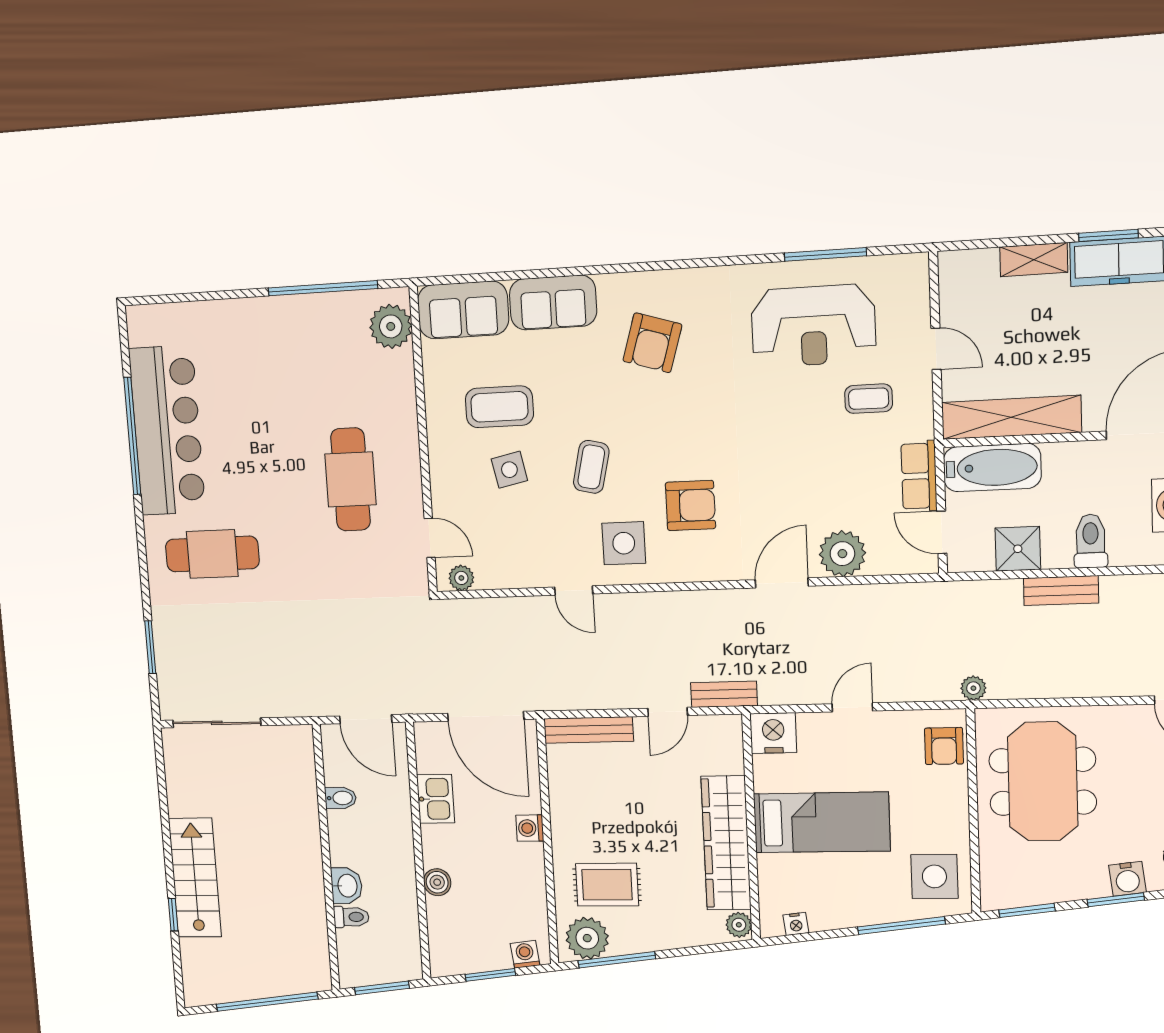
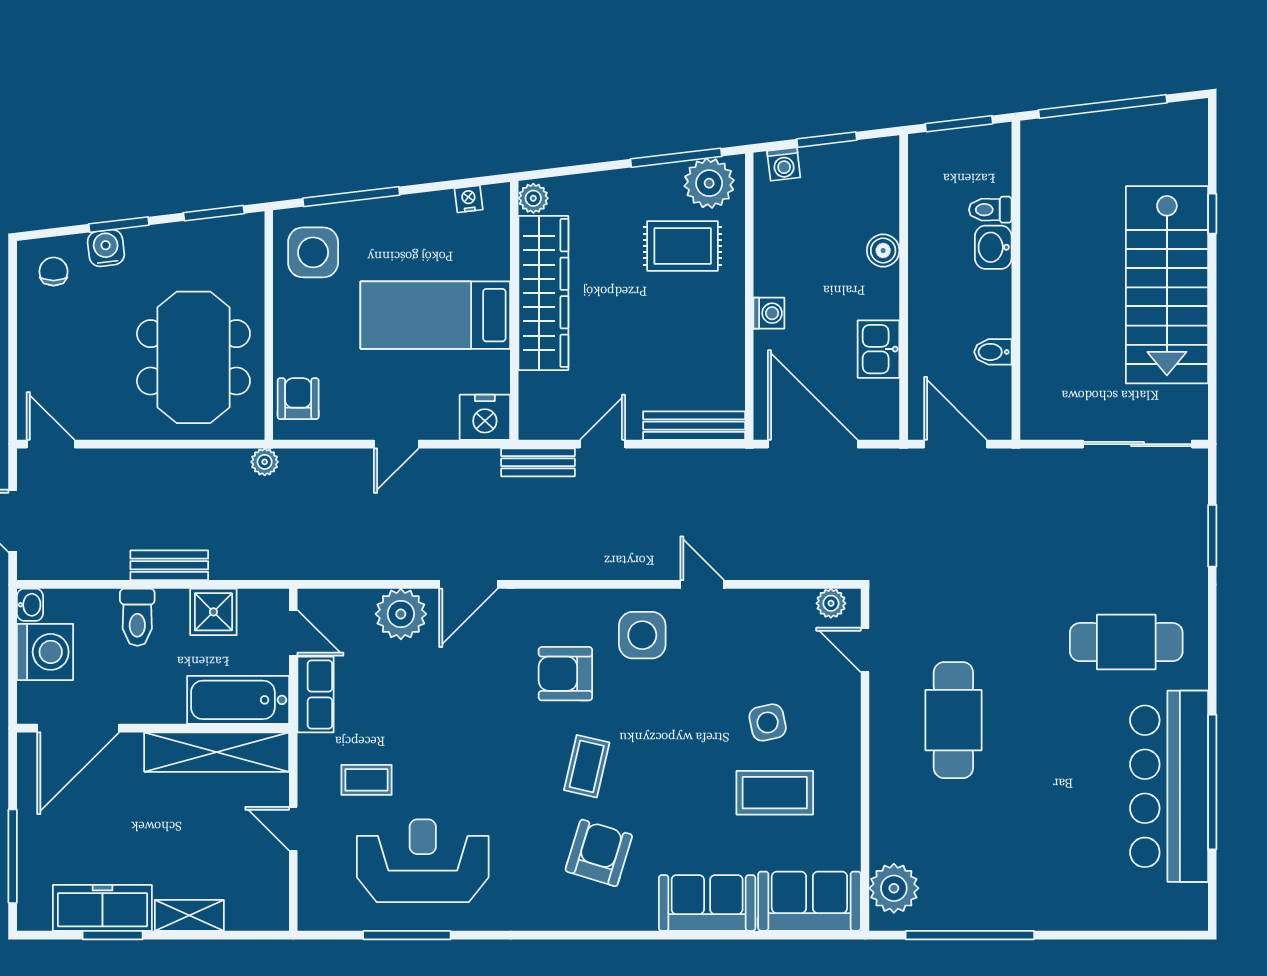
coffee table: (591, 467) -> (587, 766), moved
stairs: (195, 878) -> (1167, 285), width x1.36, depth x1.51

